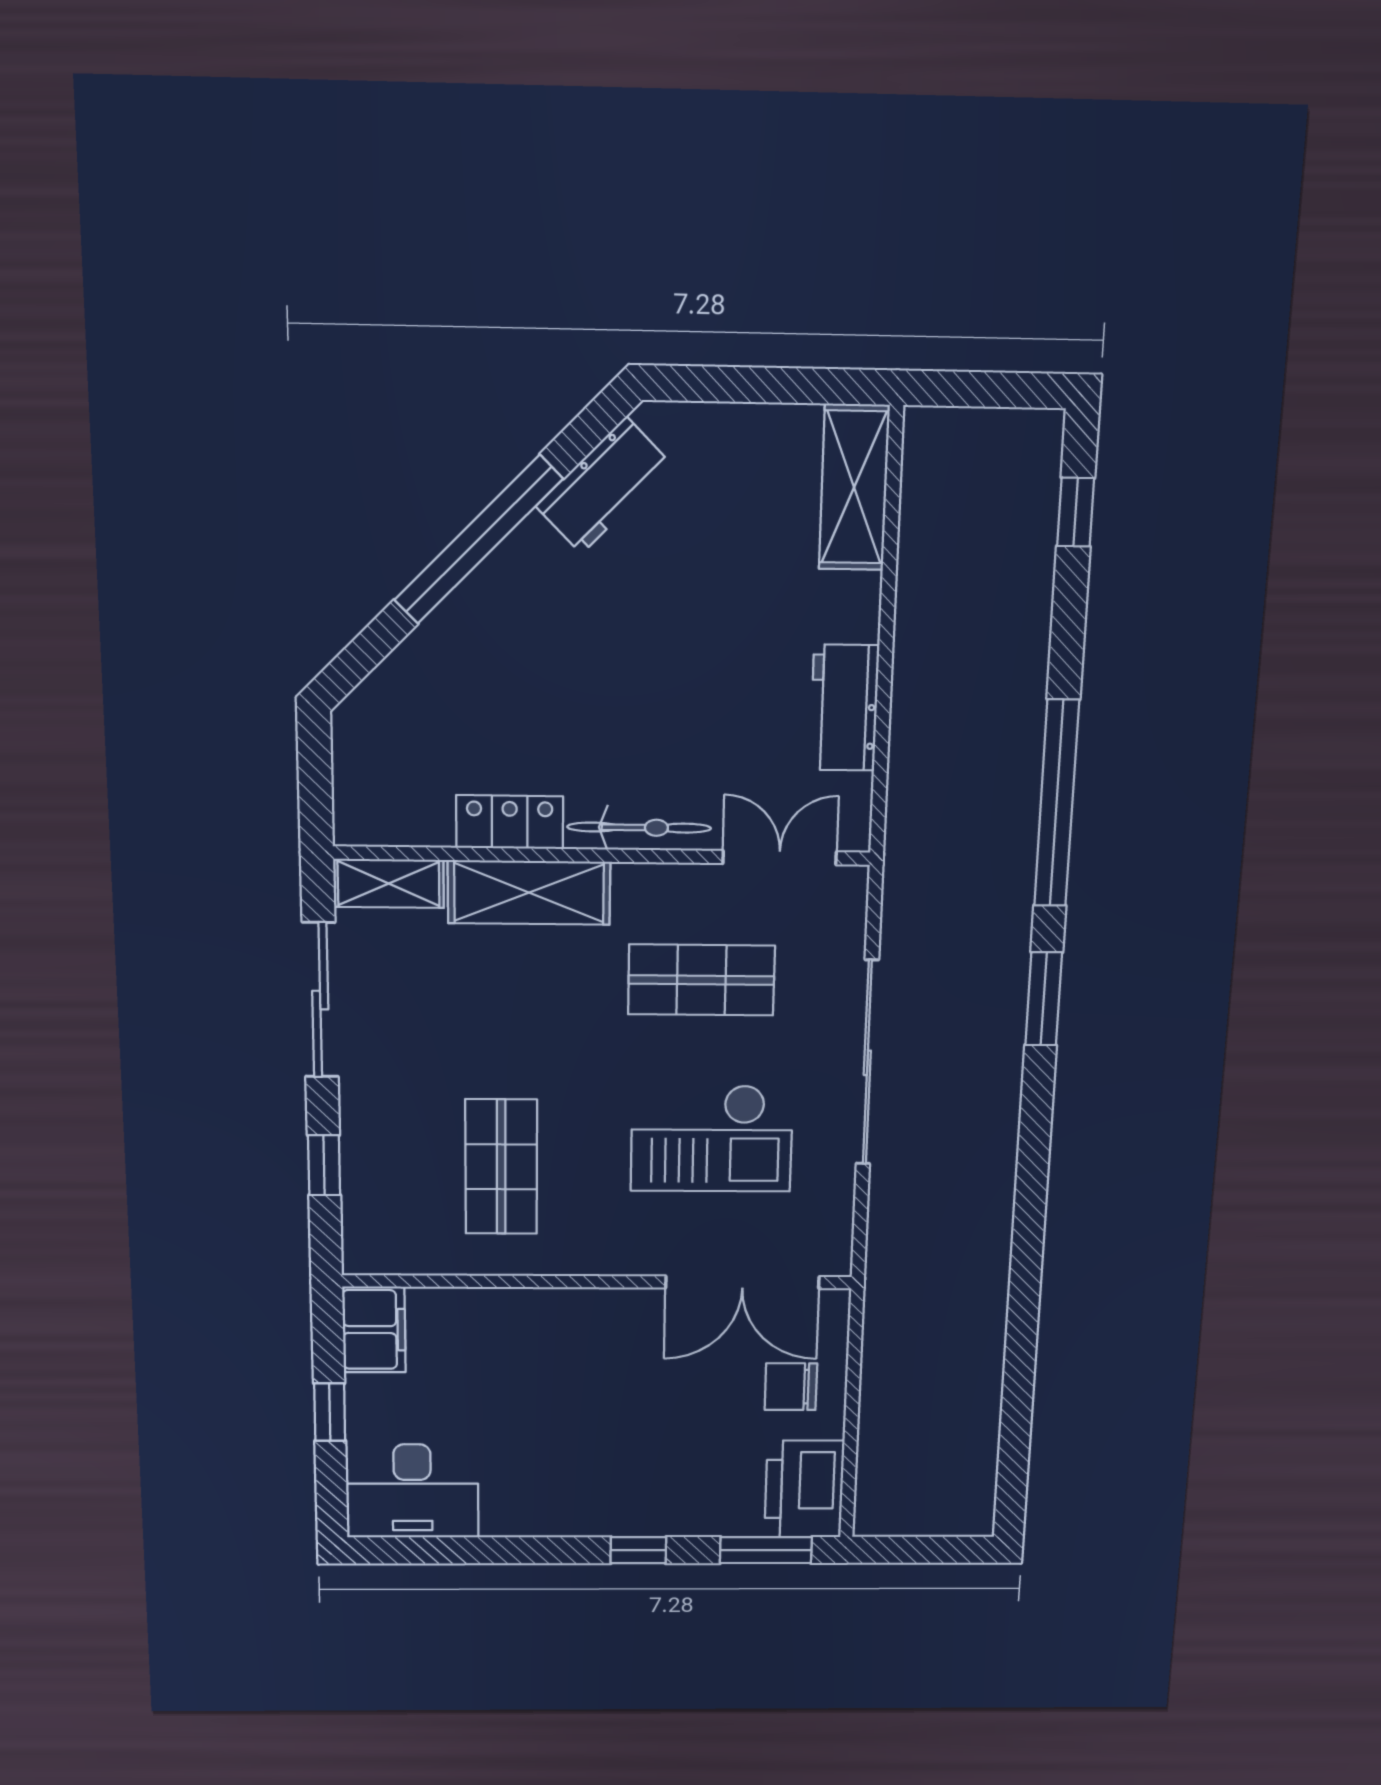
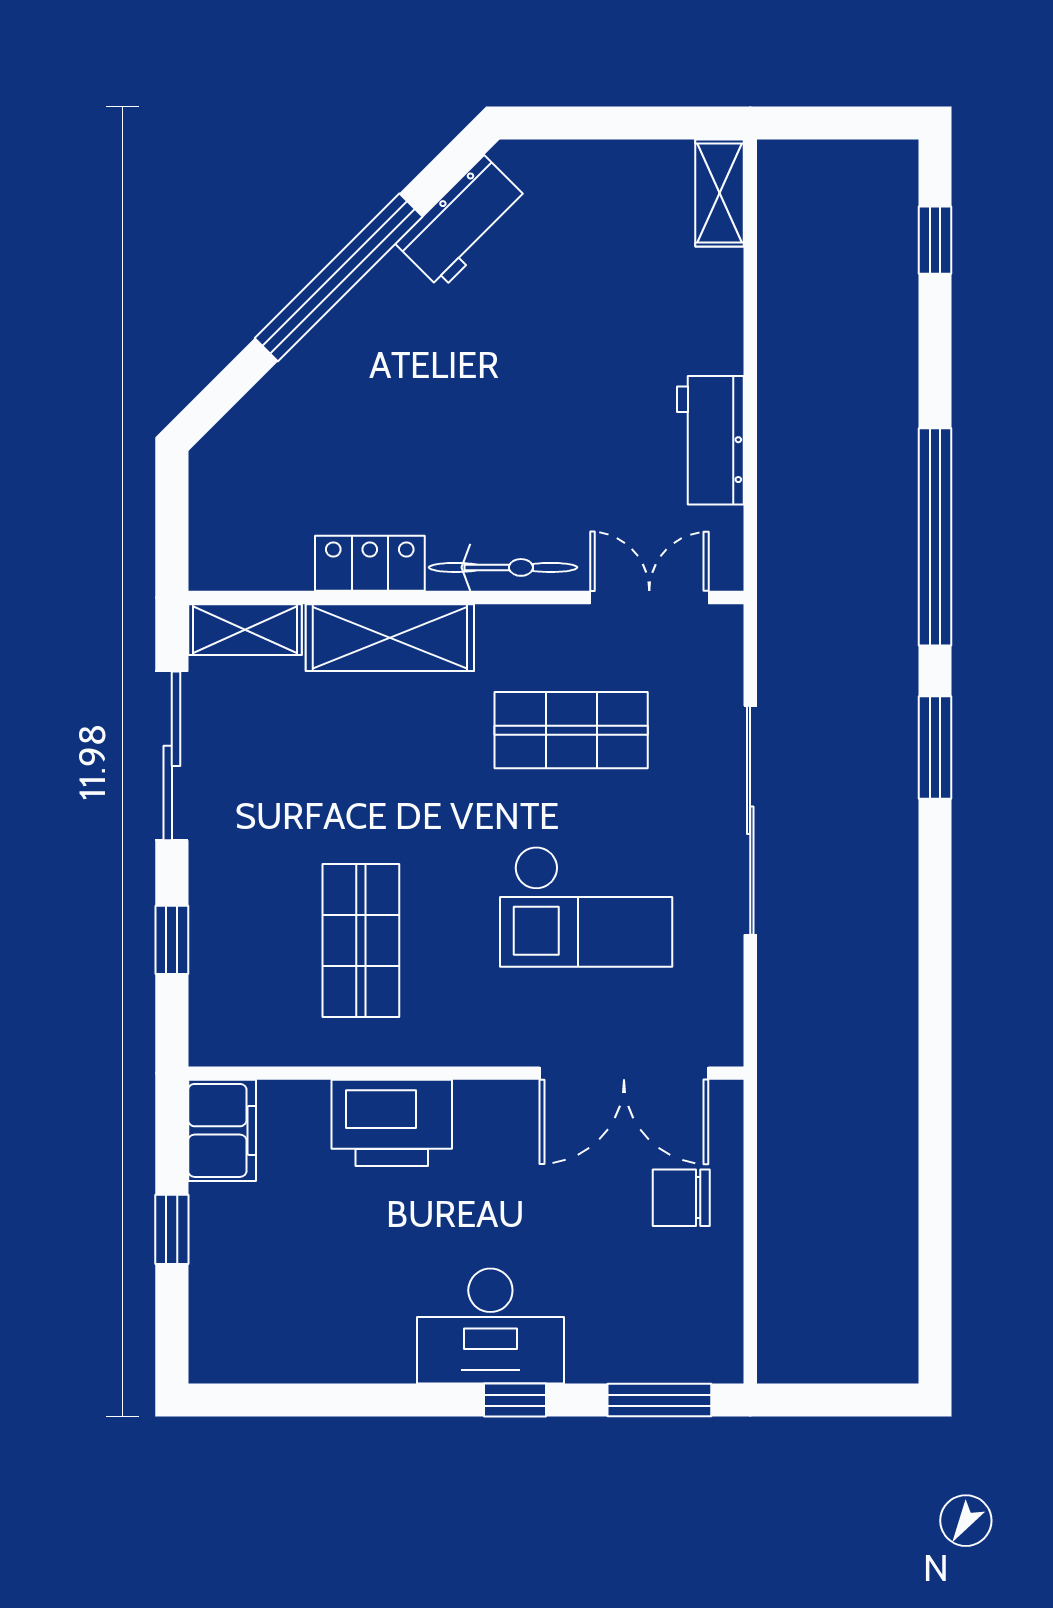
shelving: (854, 487) -> (720, 193), width x0.67, depth x0.75
printer: (804, 1489) -> (392, 1123), moved, turned -90
desk: (412, 1491) -> (490, 1326), moved

